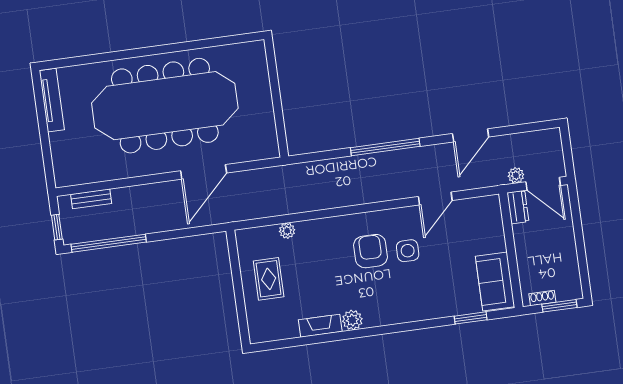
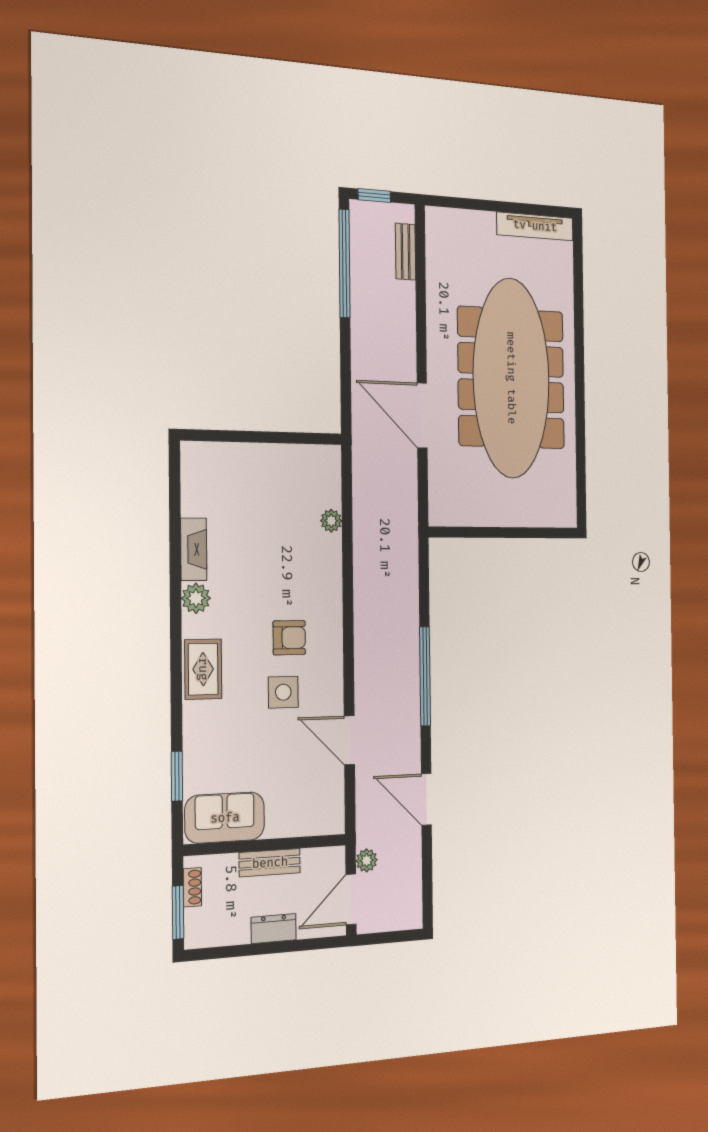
dresser: (518, 207) -> (274, 929), moved, turned 180
bench: (522, 246) -> (270, 863), added
armchair: (371, 251) -> (289, 638), width x0.72, depth x0.72
rug: (269, 279) -> (203, 669), moved, turned 90

